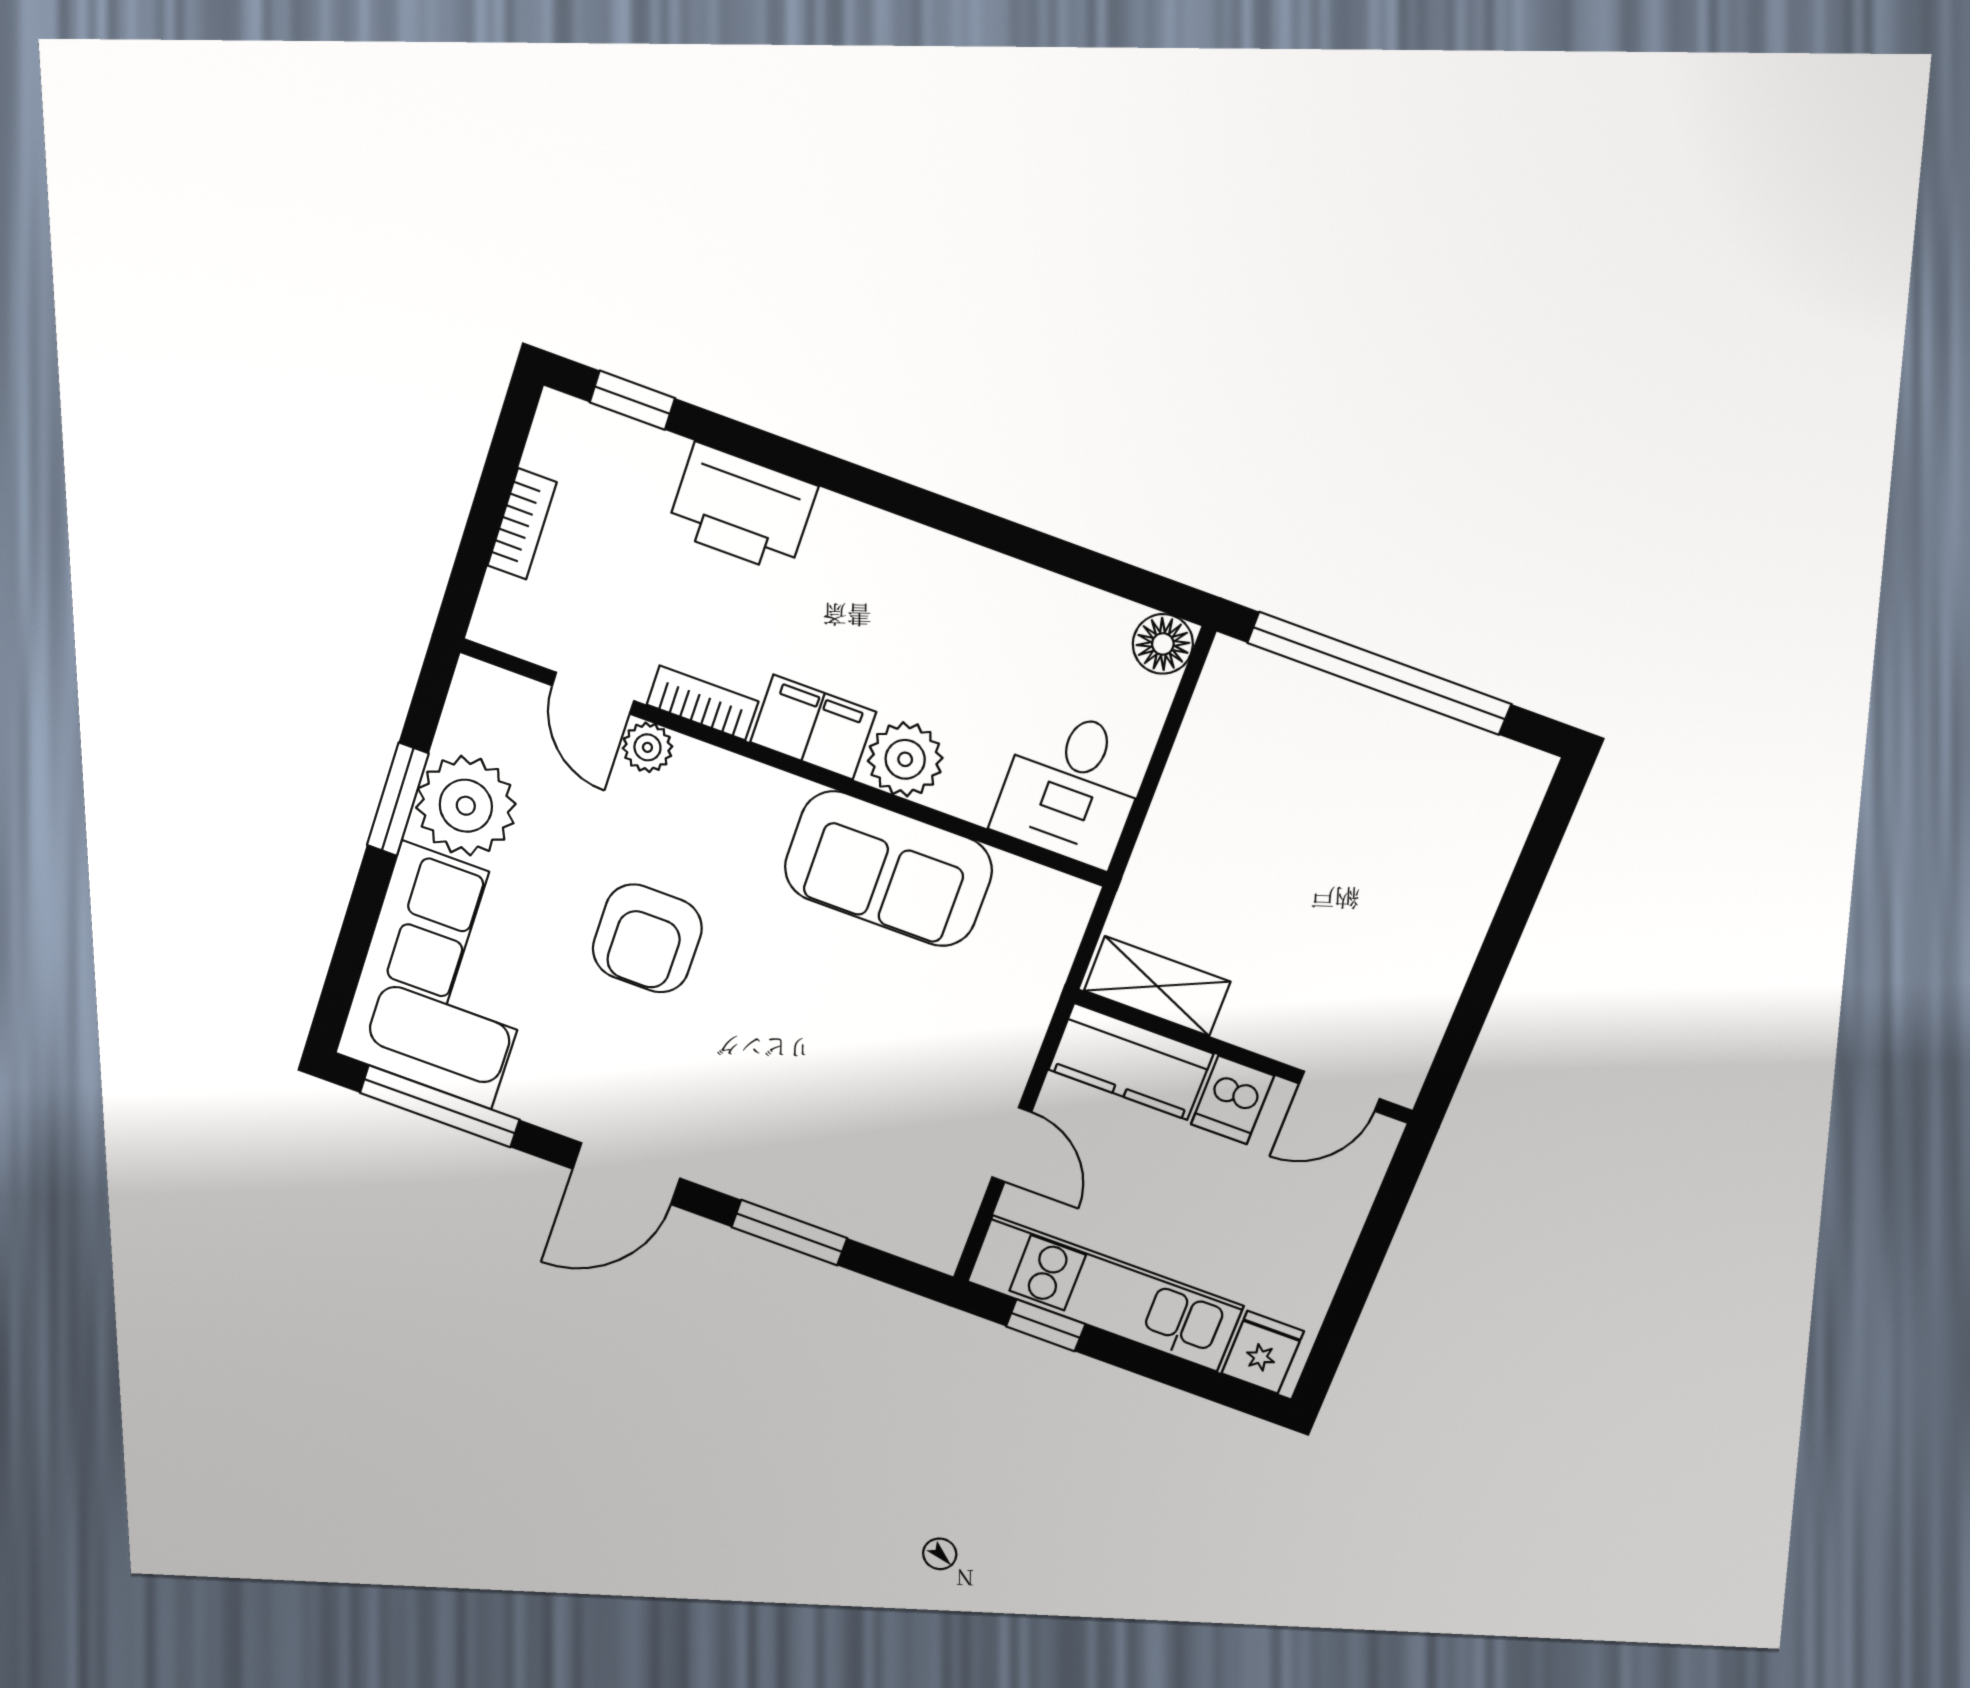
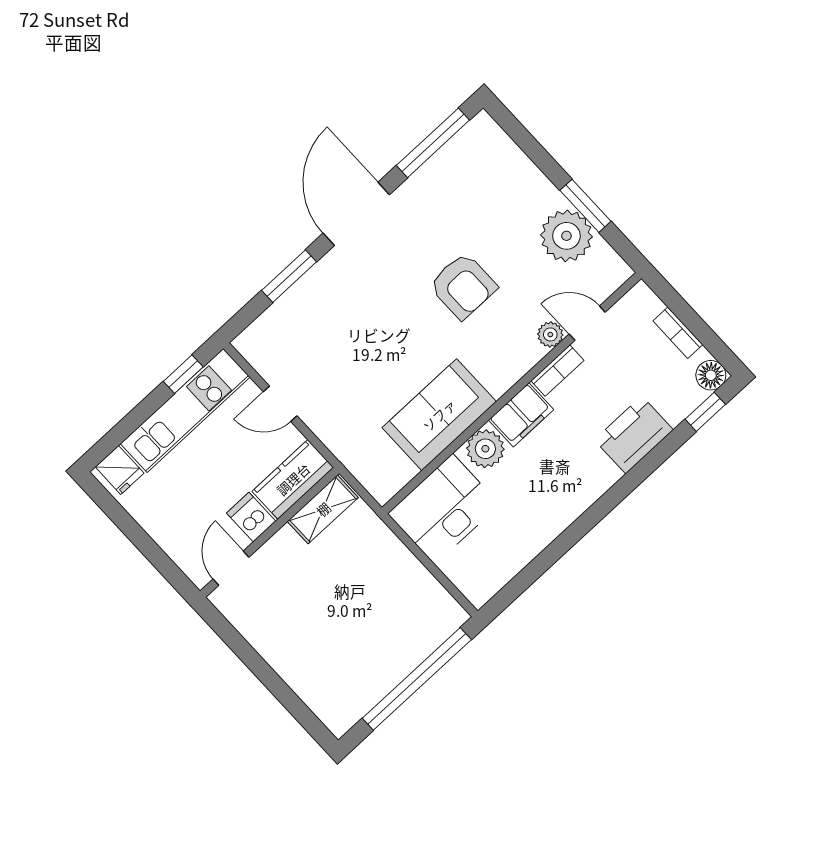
floor lamp: (1163, 644) -> (711, 375), moved
desk: (1072, 787) -> (444, 509), width x1.37
armchair: (647, 938) -> (463, 286), turned 180
corner sofa: (447, 976) -> (493, 182), removed
door: (626, 1174) -> (356, 214), width x1.36

